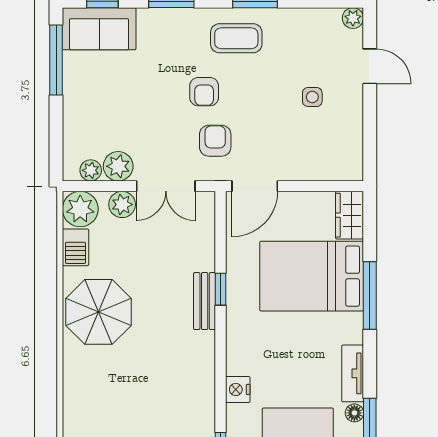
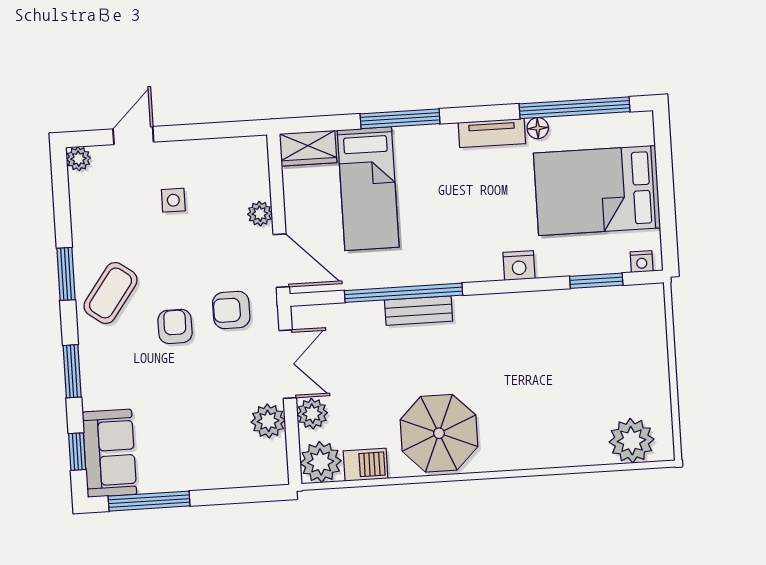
coffee table: (236, 38) -> (111, 293), turned 36
armchair: (204, 92) -> (175, 326), turned -90
plant: (91, 170) -> (260, 214), moved
bed: (312, 276) -> (368, 189), width x0.67
window: (221, 289) -> (403, 293), width x3.17

